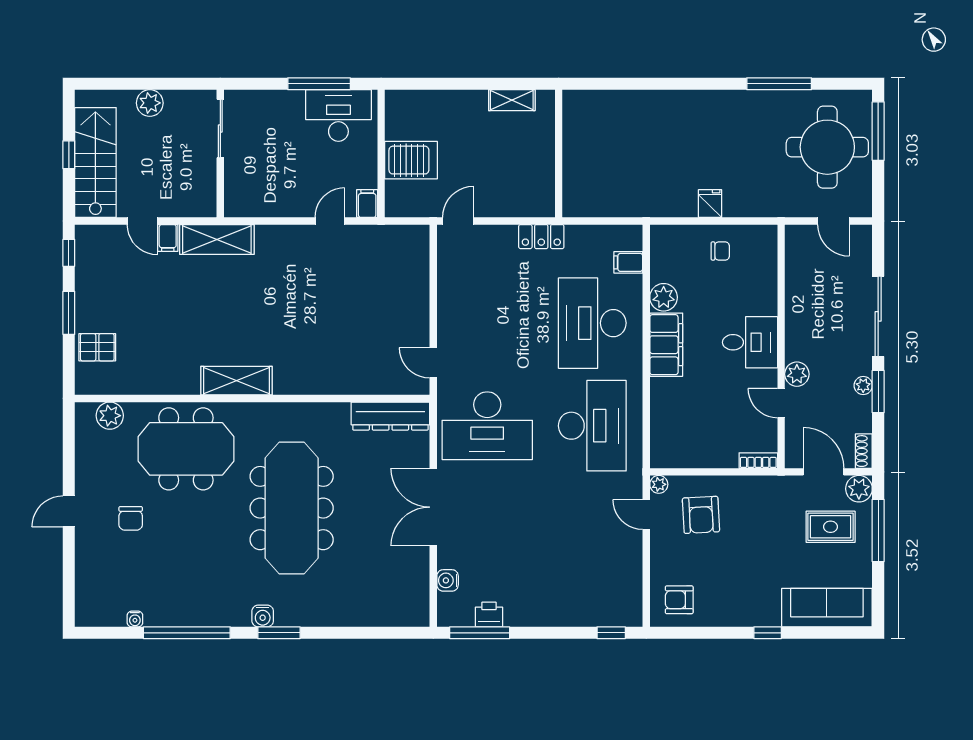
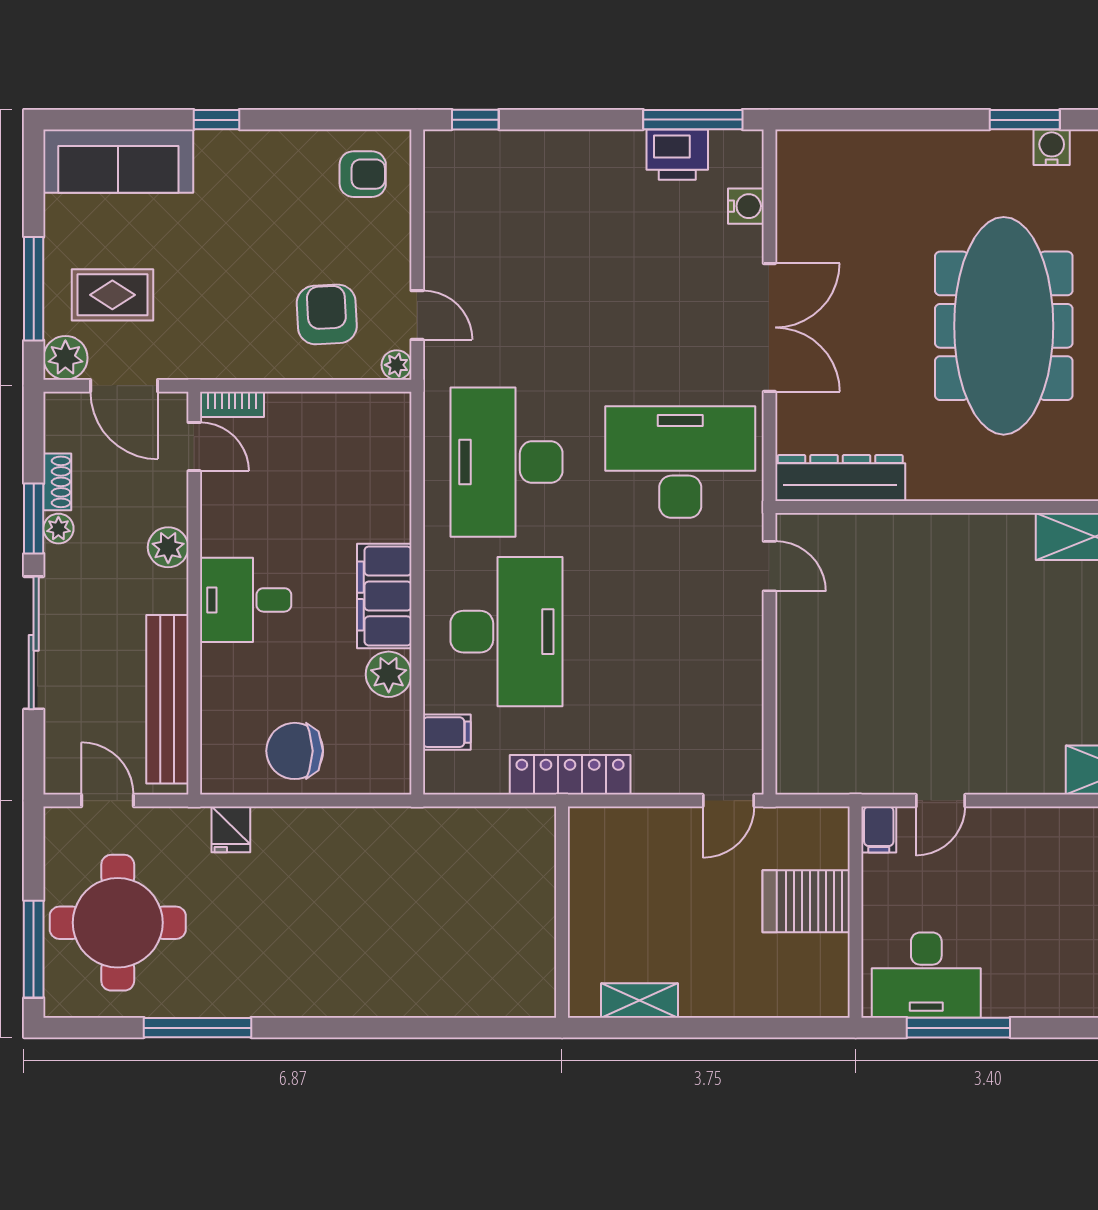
fridge: (710, 204) -> (231, 829), moved
locker: (541, 237) -> (570, 775), width x1.53
chair: (720, 251) -> (295, 751), width x1.87, depth x1.87
bench: (797, 282) -> (167, 699), added
door: (781, 403) -> (194, 447), moved
shoe rack: (864, 451) -> (57, 482), moved
printer: (489, 614) -> (677, 155), width x1.36, depth x1.24

